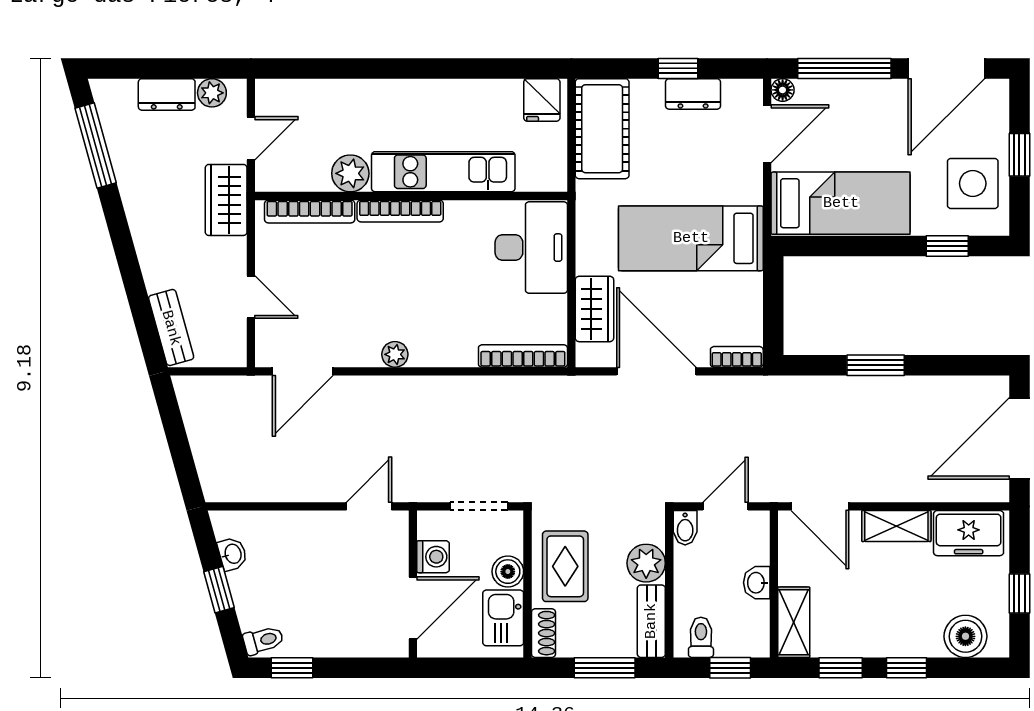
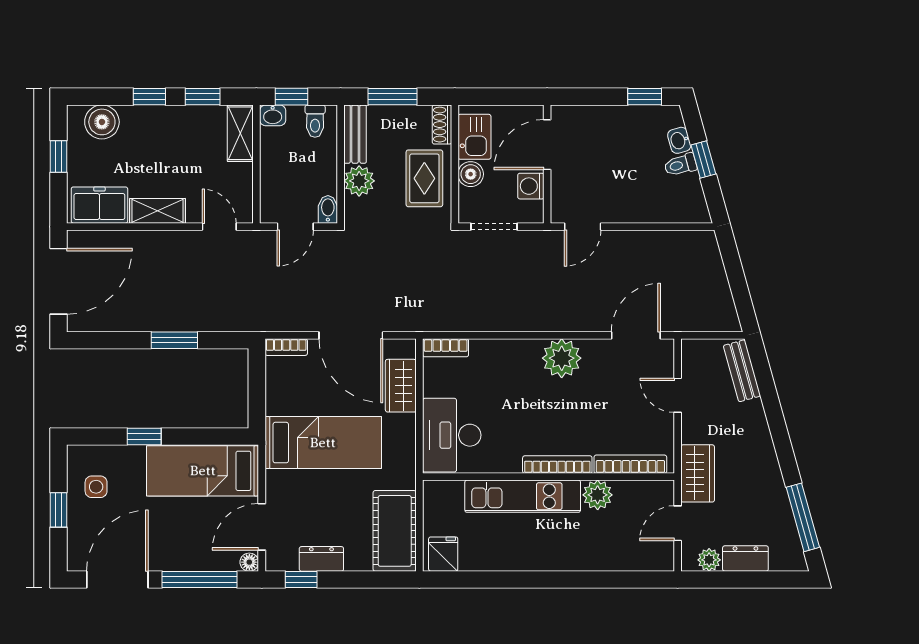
window: (678, 68) -> (301, 579), moved
side table: (973, 183) -> (96, 487), width x0.54, depth x0.54
window: (947, 246) -> (144, 436), moved
plant: (395, 354) -> (562, 358), width x1.87, depth x1.87
bookcase: (523, 356) -> (446, 348), width x0.64
door: (820, 506) -> (219, 227), width x0.73
washbasin: (232, 554) -> (679, 140), moved
washbasin: (757, 583) -> (273, 115), moved, turned 90
toilet: (263, 640) -> (680, 165), moved

